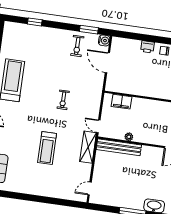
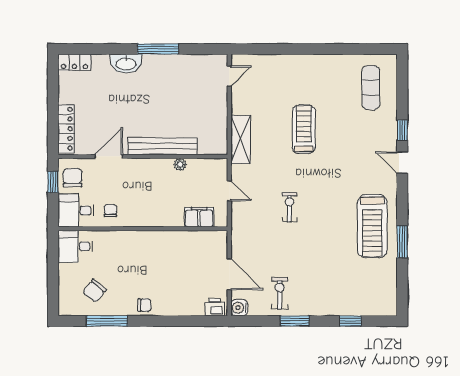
window: (89, 30) -> (295, 321), moved
printer: (148, 47) -> (215, 307), moved
door: (98, 126) -> (229, 191), moved
bench: (119, 147) -> (162, 146), moved

